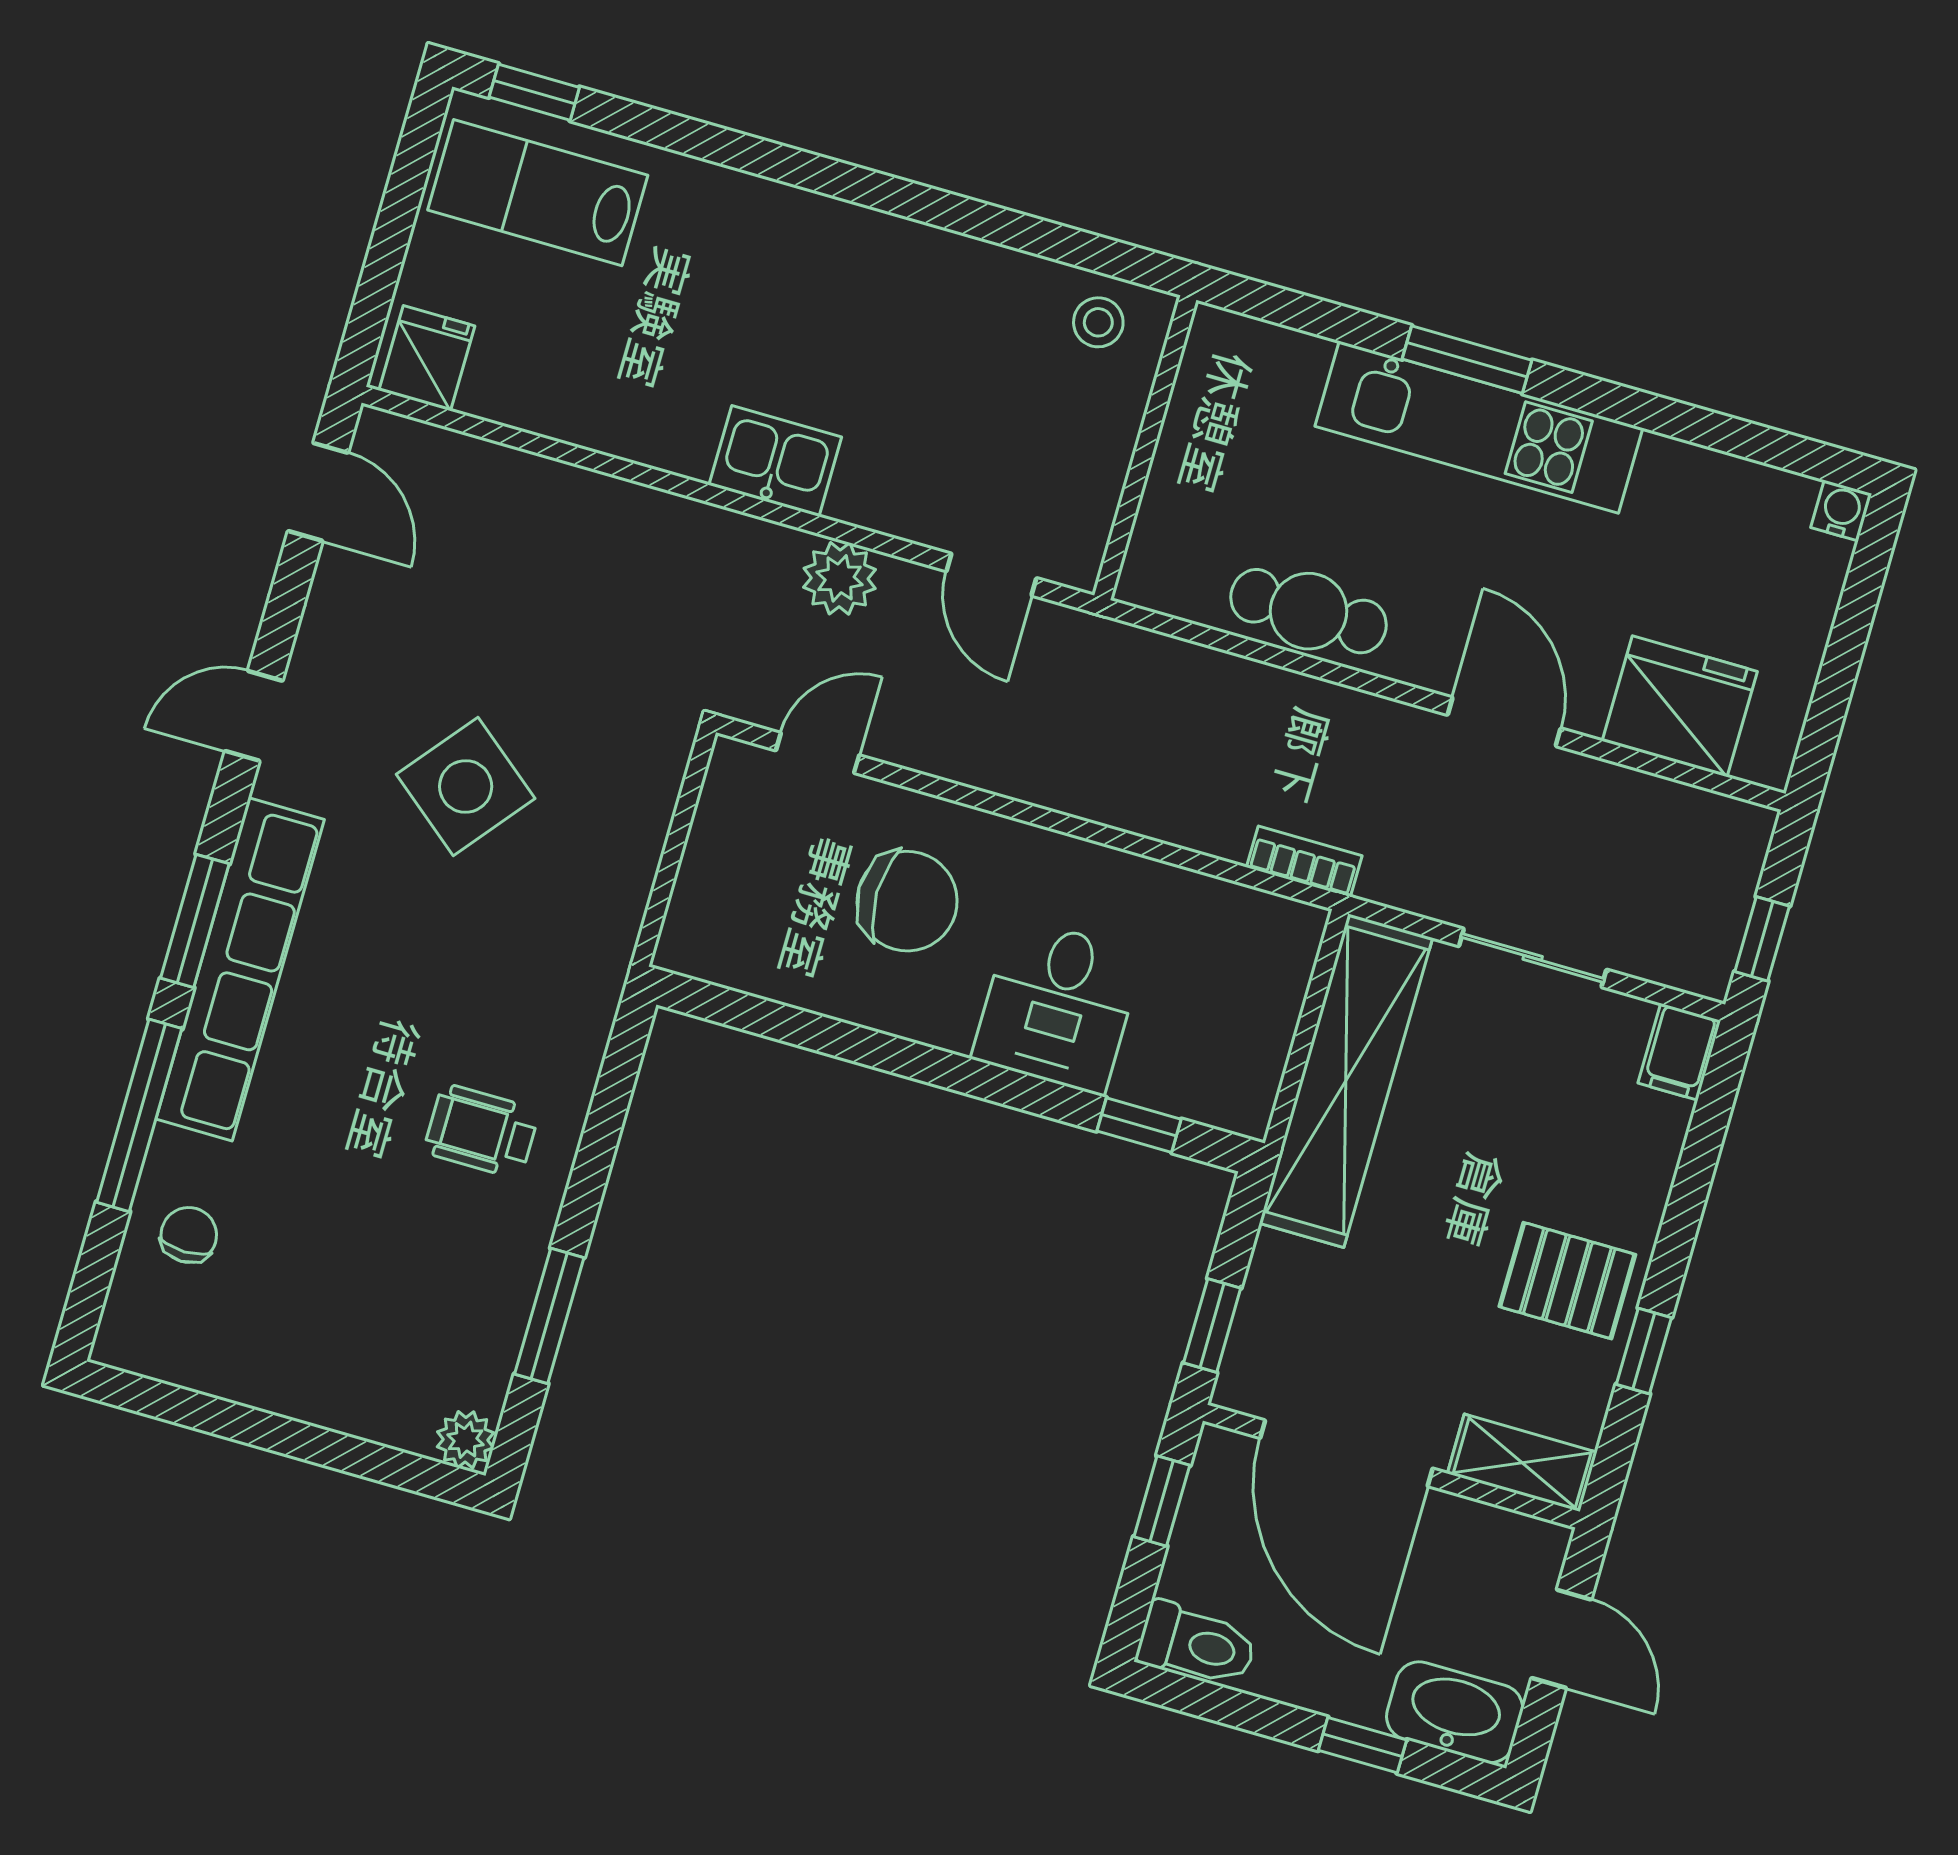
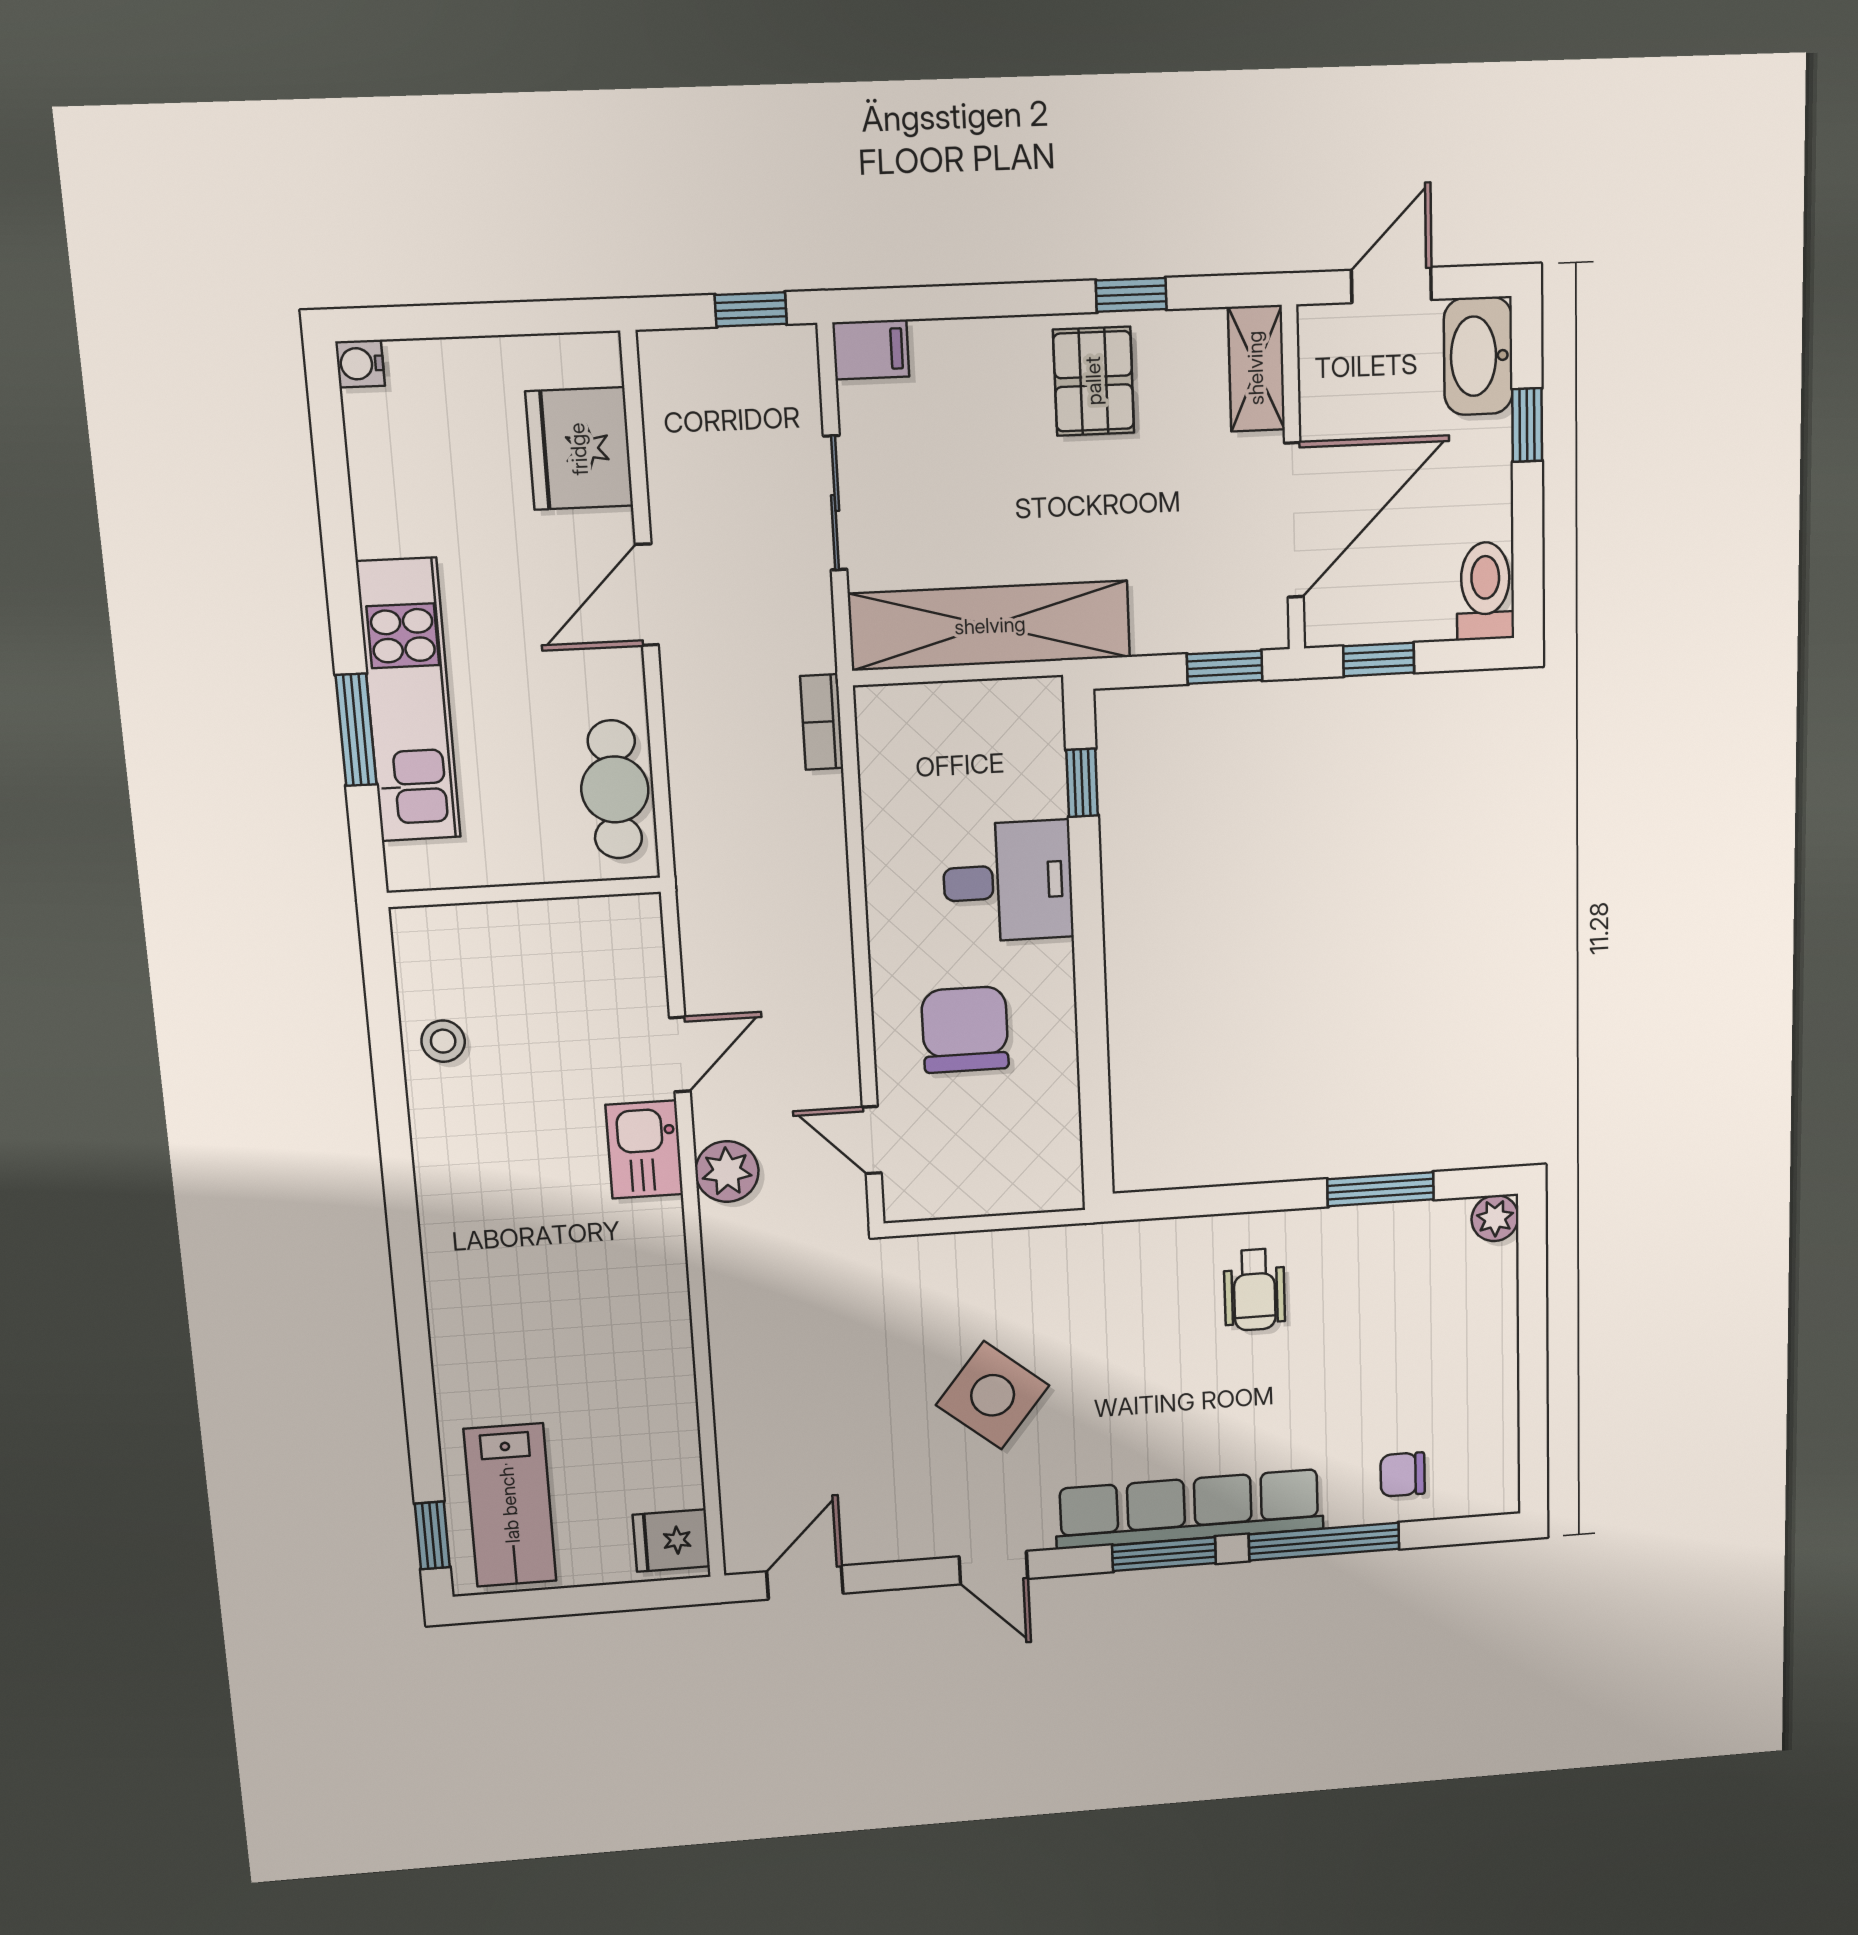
wall: (1145, 448) -> (525, 892), moved
kitchen sink: (775, 461) -> (644, 1150), moved

